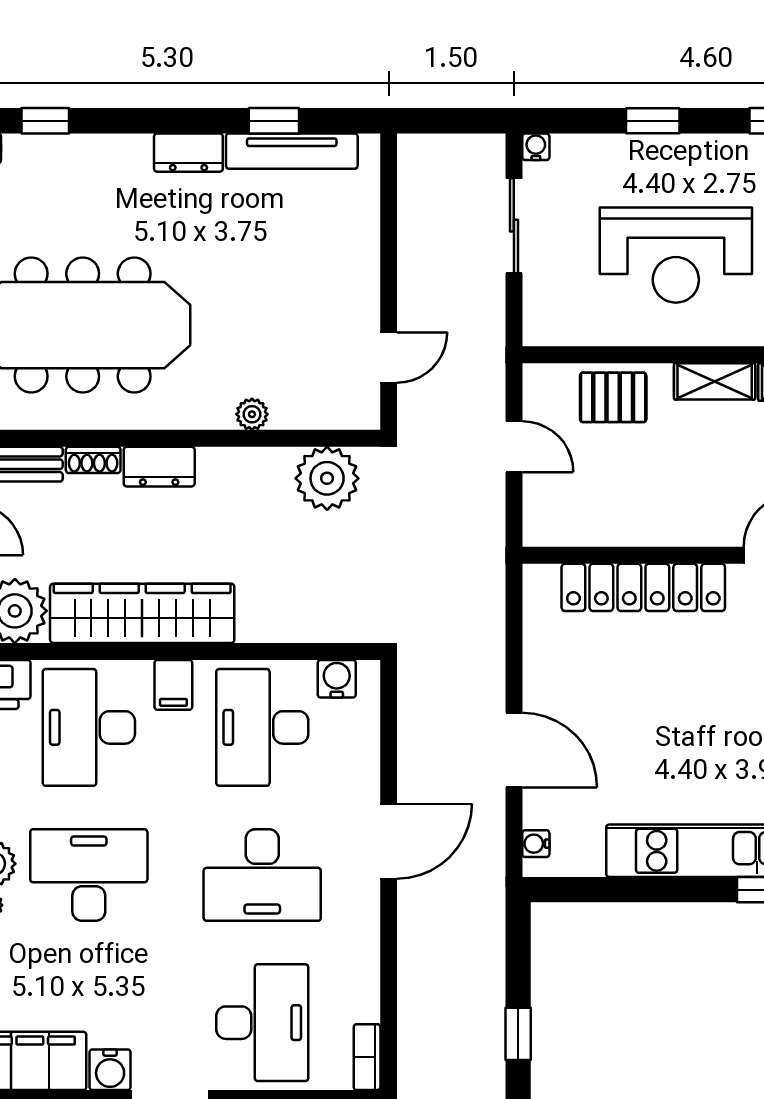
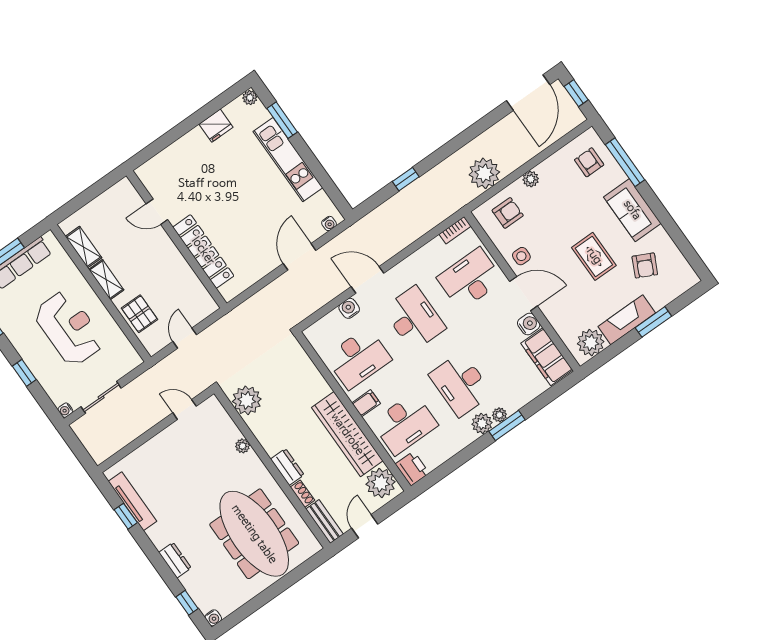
dresser: (188, 153) -> (175, 560), moved
water cooler: (337, 679) -> (349, 308), moved, turned 90

